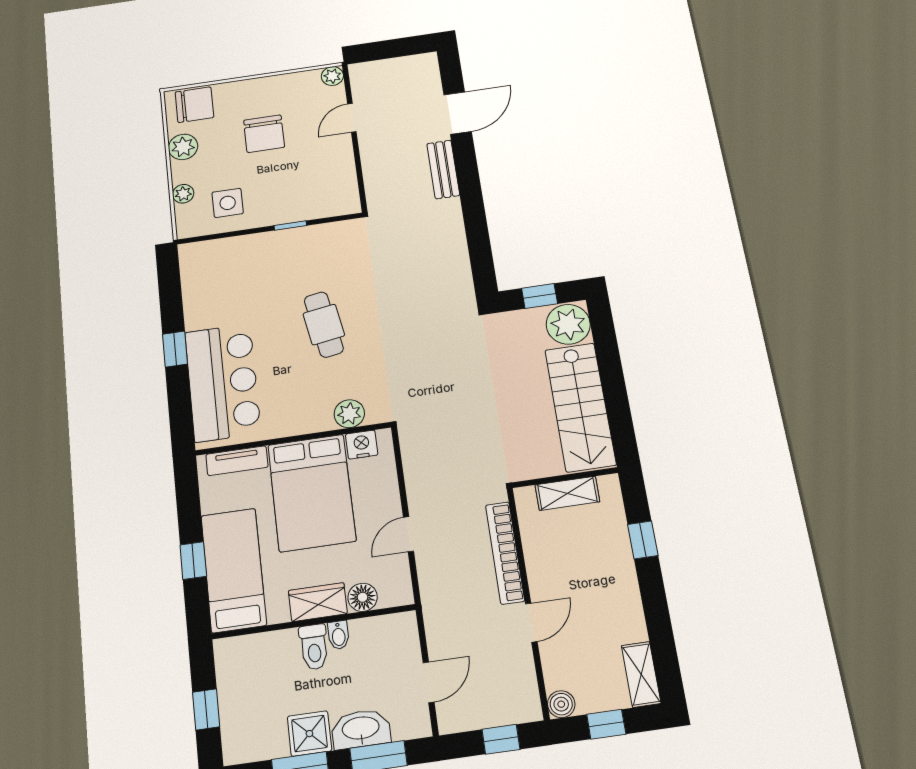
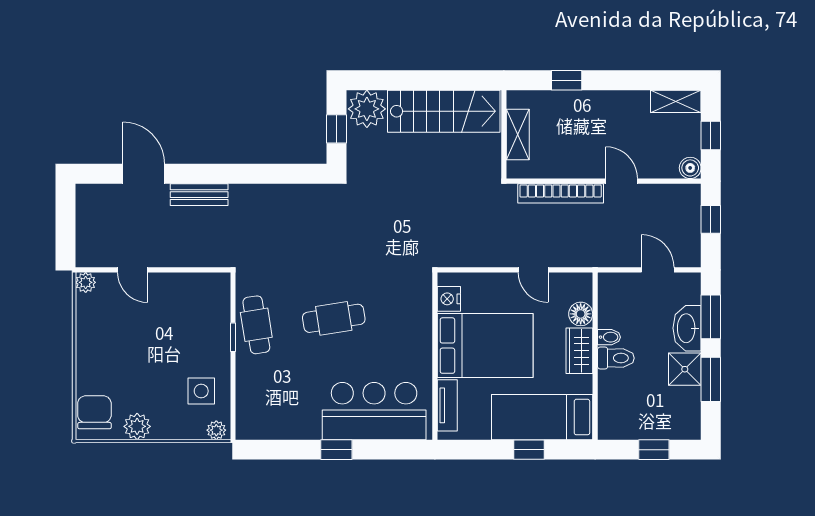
chair: (264, 134) -> (136, 351), removed
plant: (183, 194) -> (216, 430), moved
cafe table: (307, 247) -> (256, 325), added
plant: (349, 414) -> (420, 306), removed

